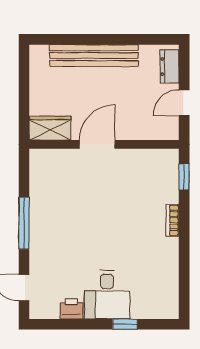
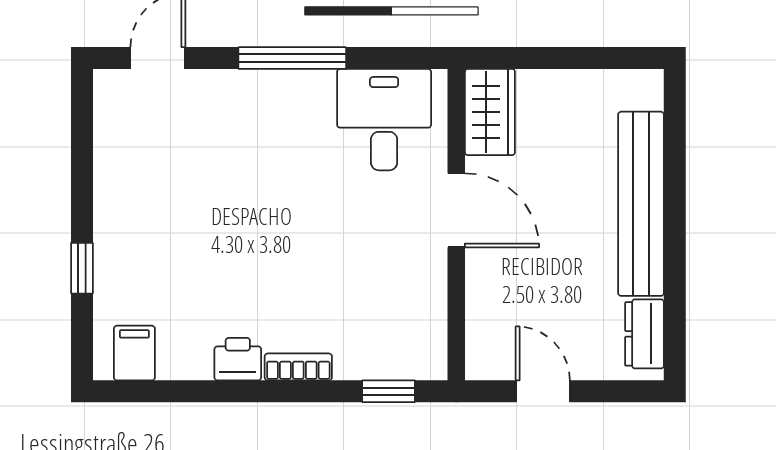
dresser: (170, 67) -> (644, 334), moved, turned -90
desk: (107, 295) -> (384, 120), moved, turned 90
filing cabinet: (166, 299) -> (134, 353), added
printer: (71, 309) -> (238, 359), moved, turned -90

